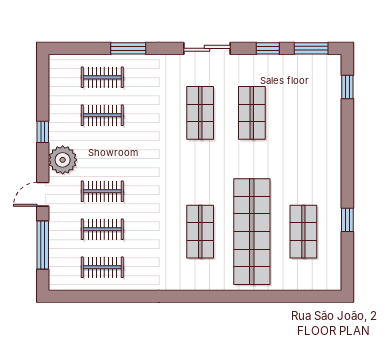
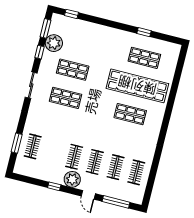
window: (128, 48) -> (17, 143), moved
plant: (290, 69) -> (54, 43), added
clothes rail: (102, 115) -> (74, 157), moved

